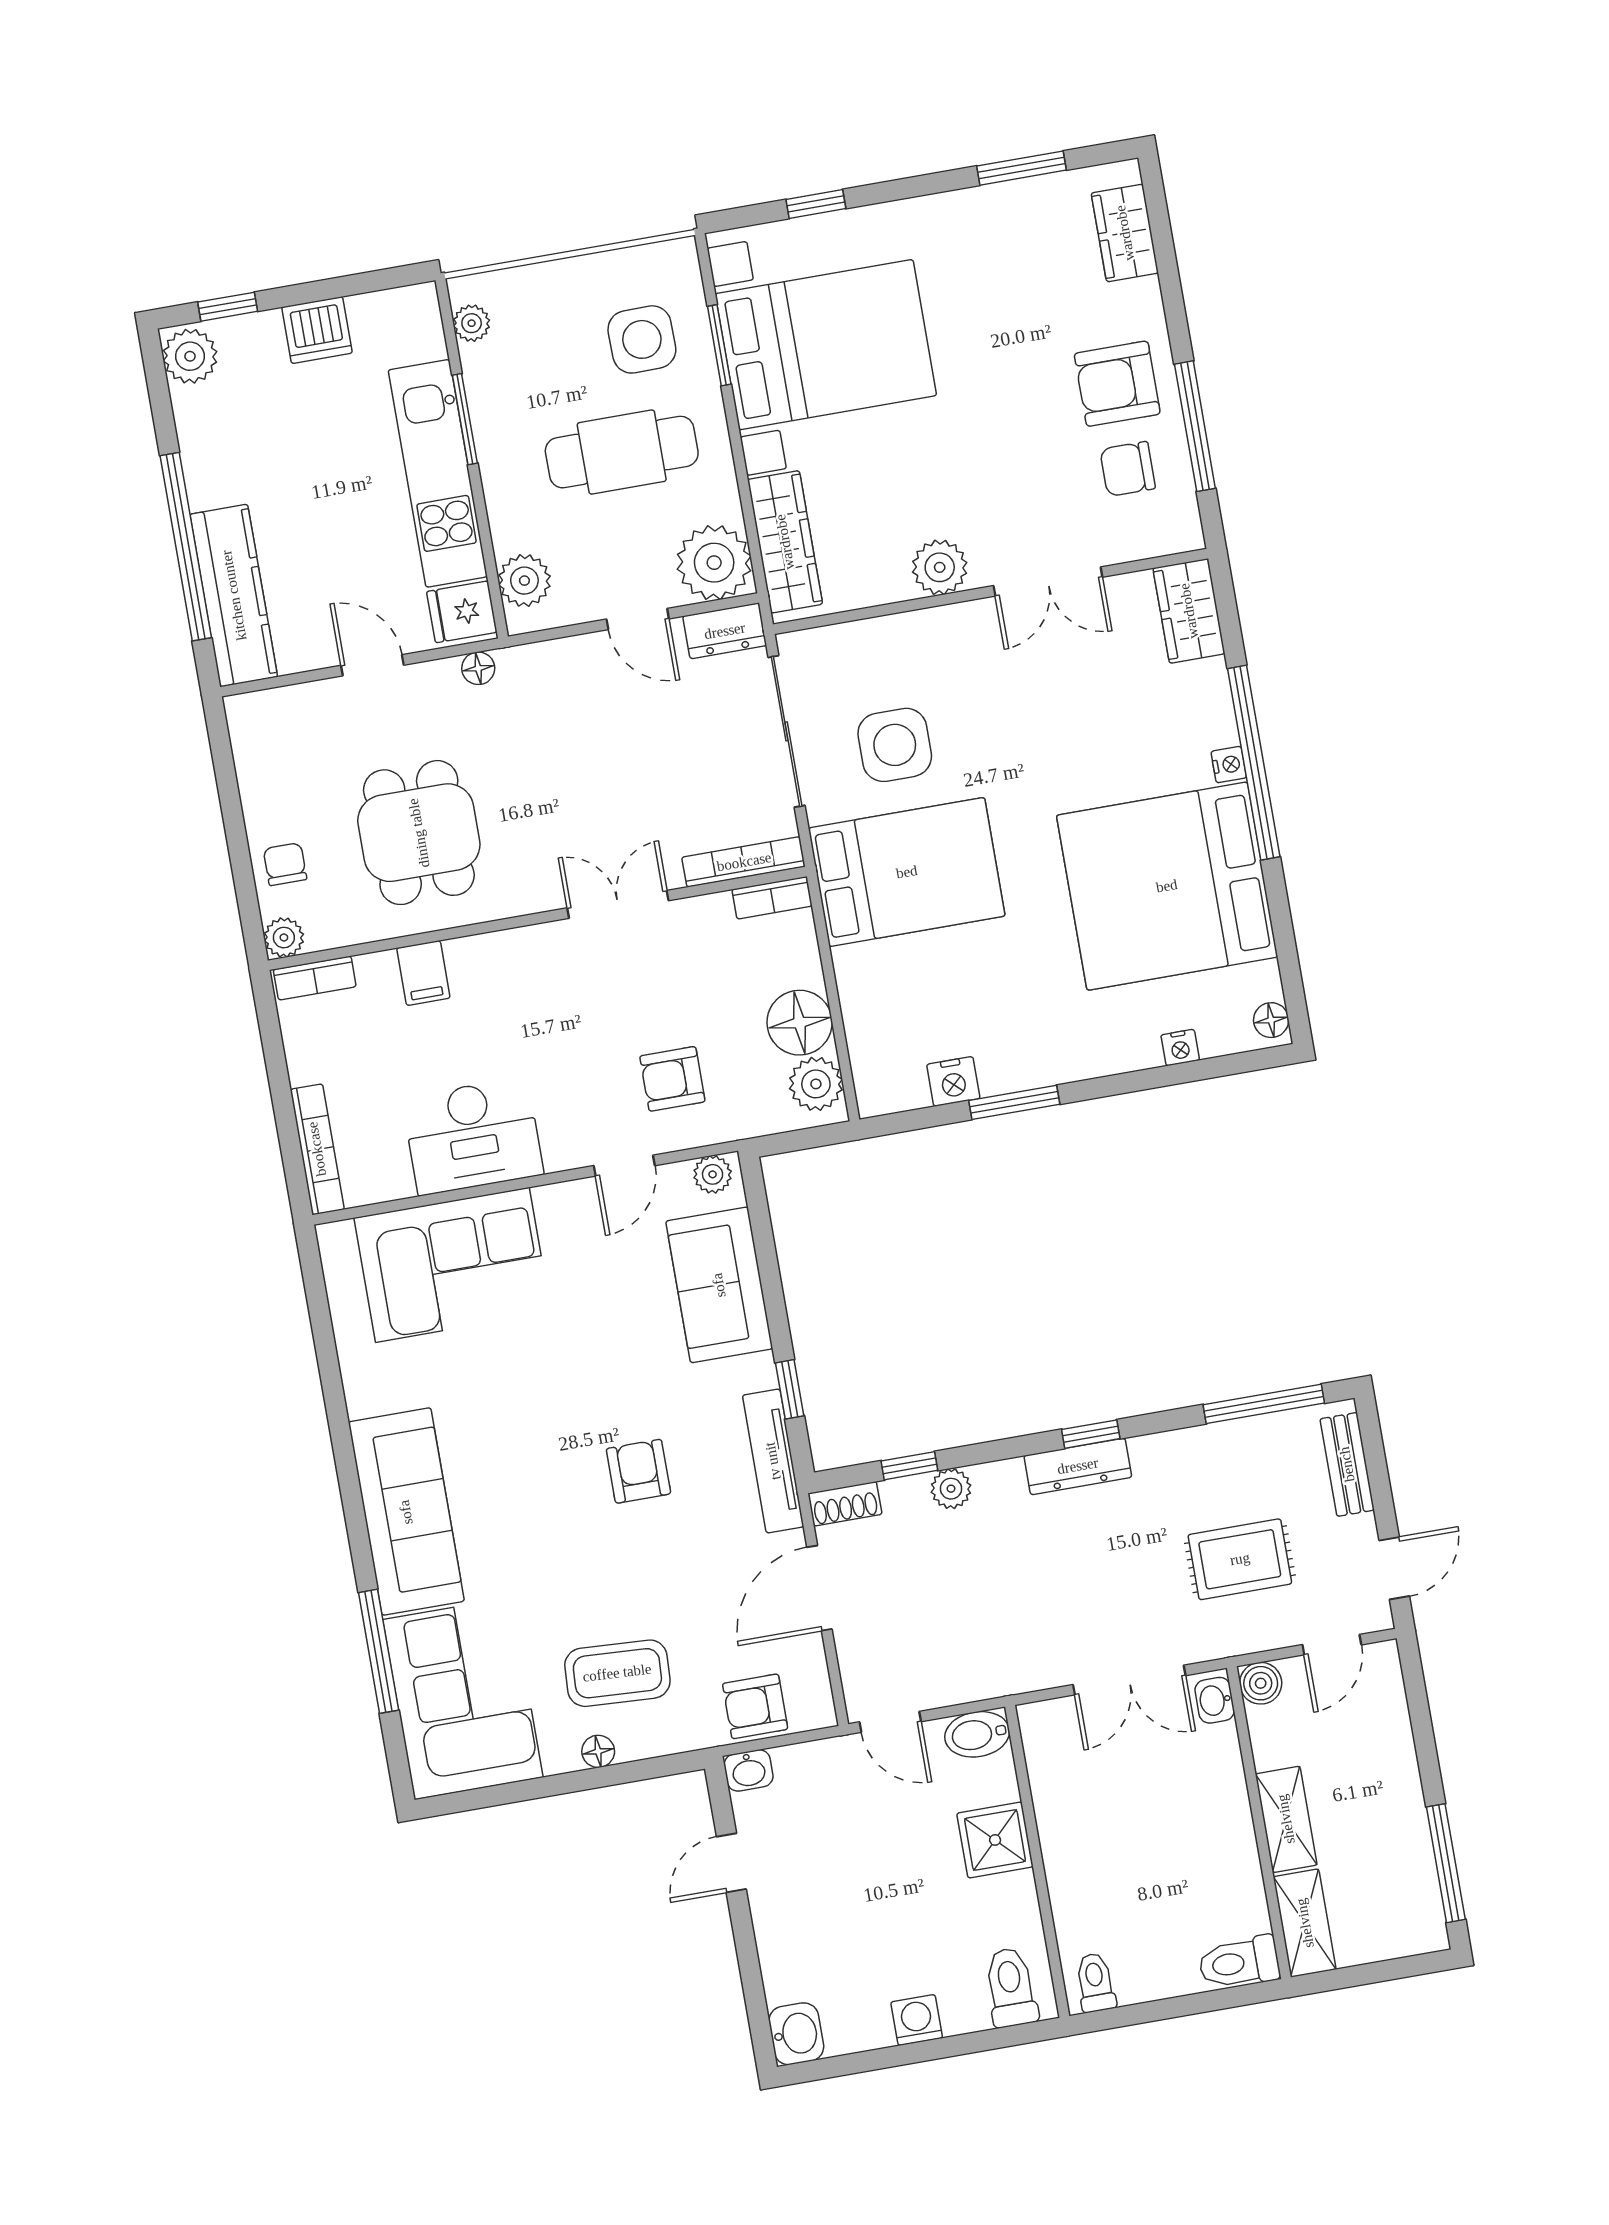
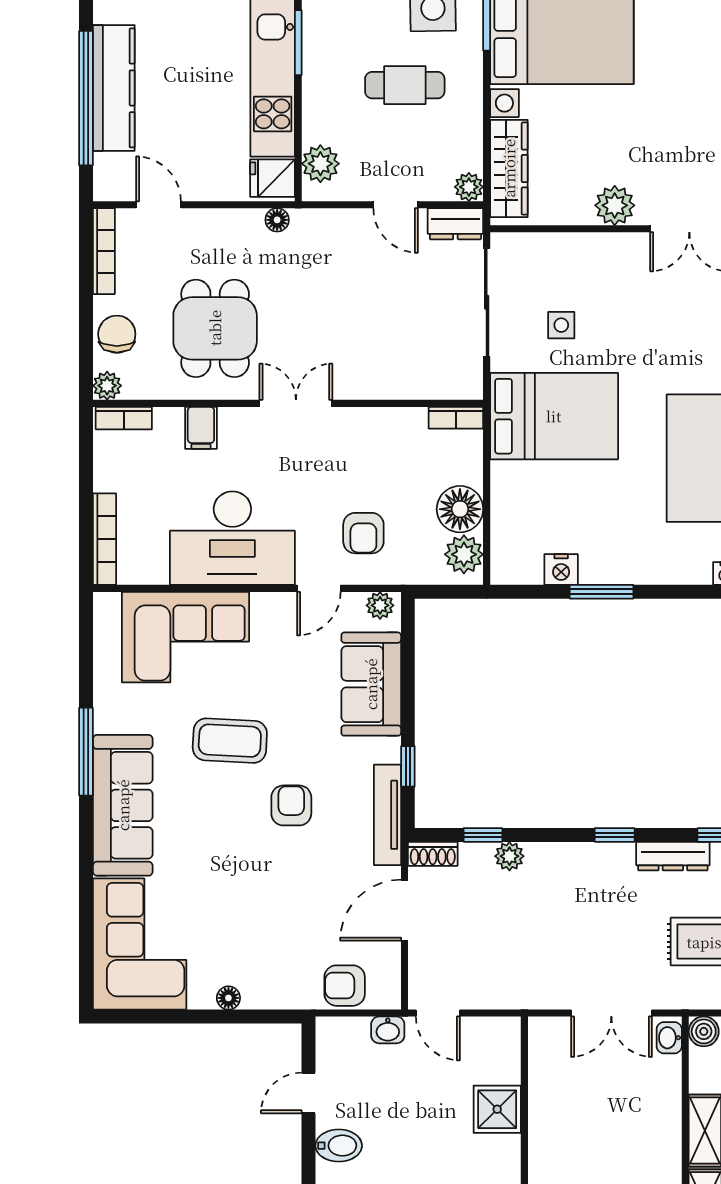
cafe table: (622, 452) -> (405, 85), width x0.73, depth x0.74
plant: (714, 563) -> (469, 187), width x0.53, depth x0.53
kitchen counter: (234, 595) -> (114, 88), moved
door: (372, 665) -> (158, 205), moved
side table: (895, 745) -> (561, 325), width x0.54, depth x0.54
bookcase: (744, 862) -> (104, 251), moved, turned 90
chair: (285, 864) -> (117, 334), width x1.37, depth x1.37
double door: (618, 904) -> (296, 403), moved
armchair: (672, 1079) -> (363, 533), turned -90
desk: (473, 1136) -> (232, 538), width x1.36, depth x1.30
dresser: (1078, 1466) -> (673, 856), moved
window: (379, 1651) -> (86, 752), moved
coffee table: (617, 1673) -> (230, 741), moved
bidet: (977, 1734) -> (339, 1146), moved, turned 180
washbasin: (749, 1770) -> (388, 1030), moved

